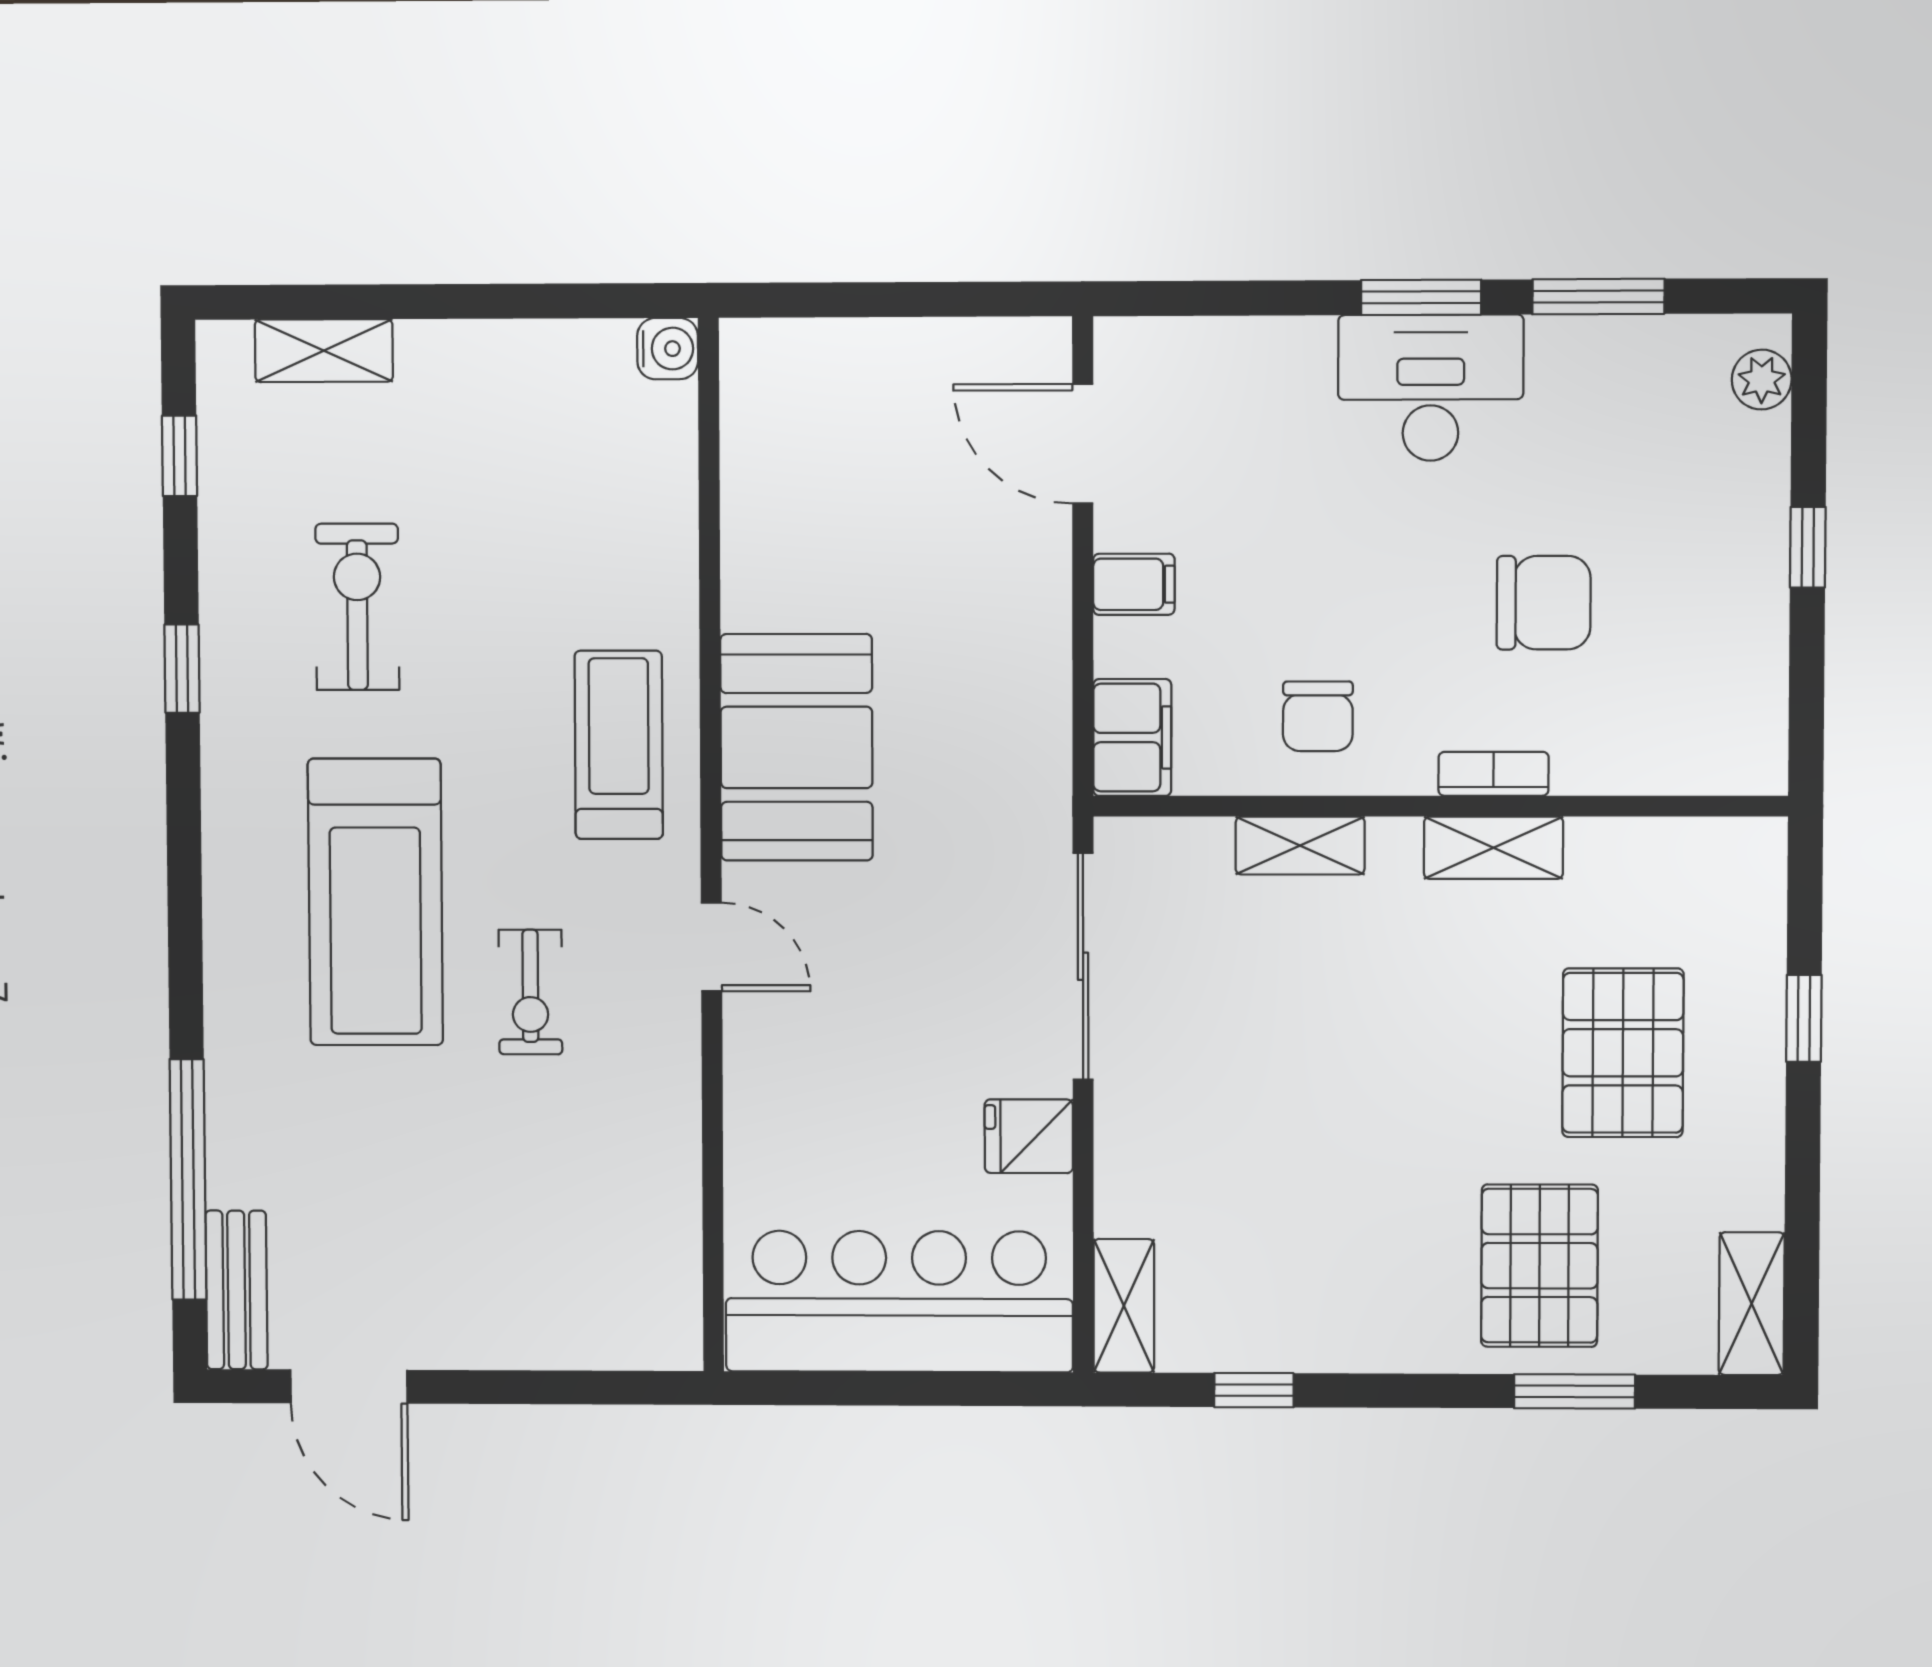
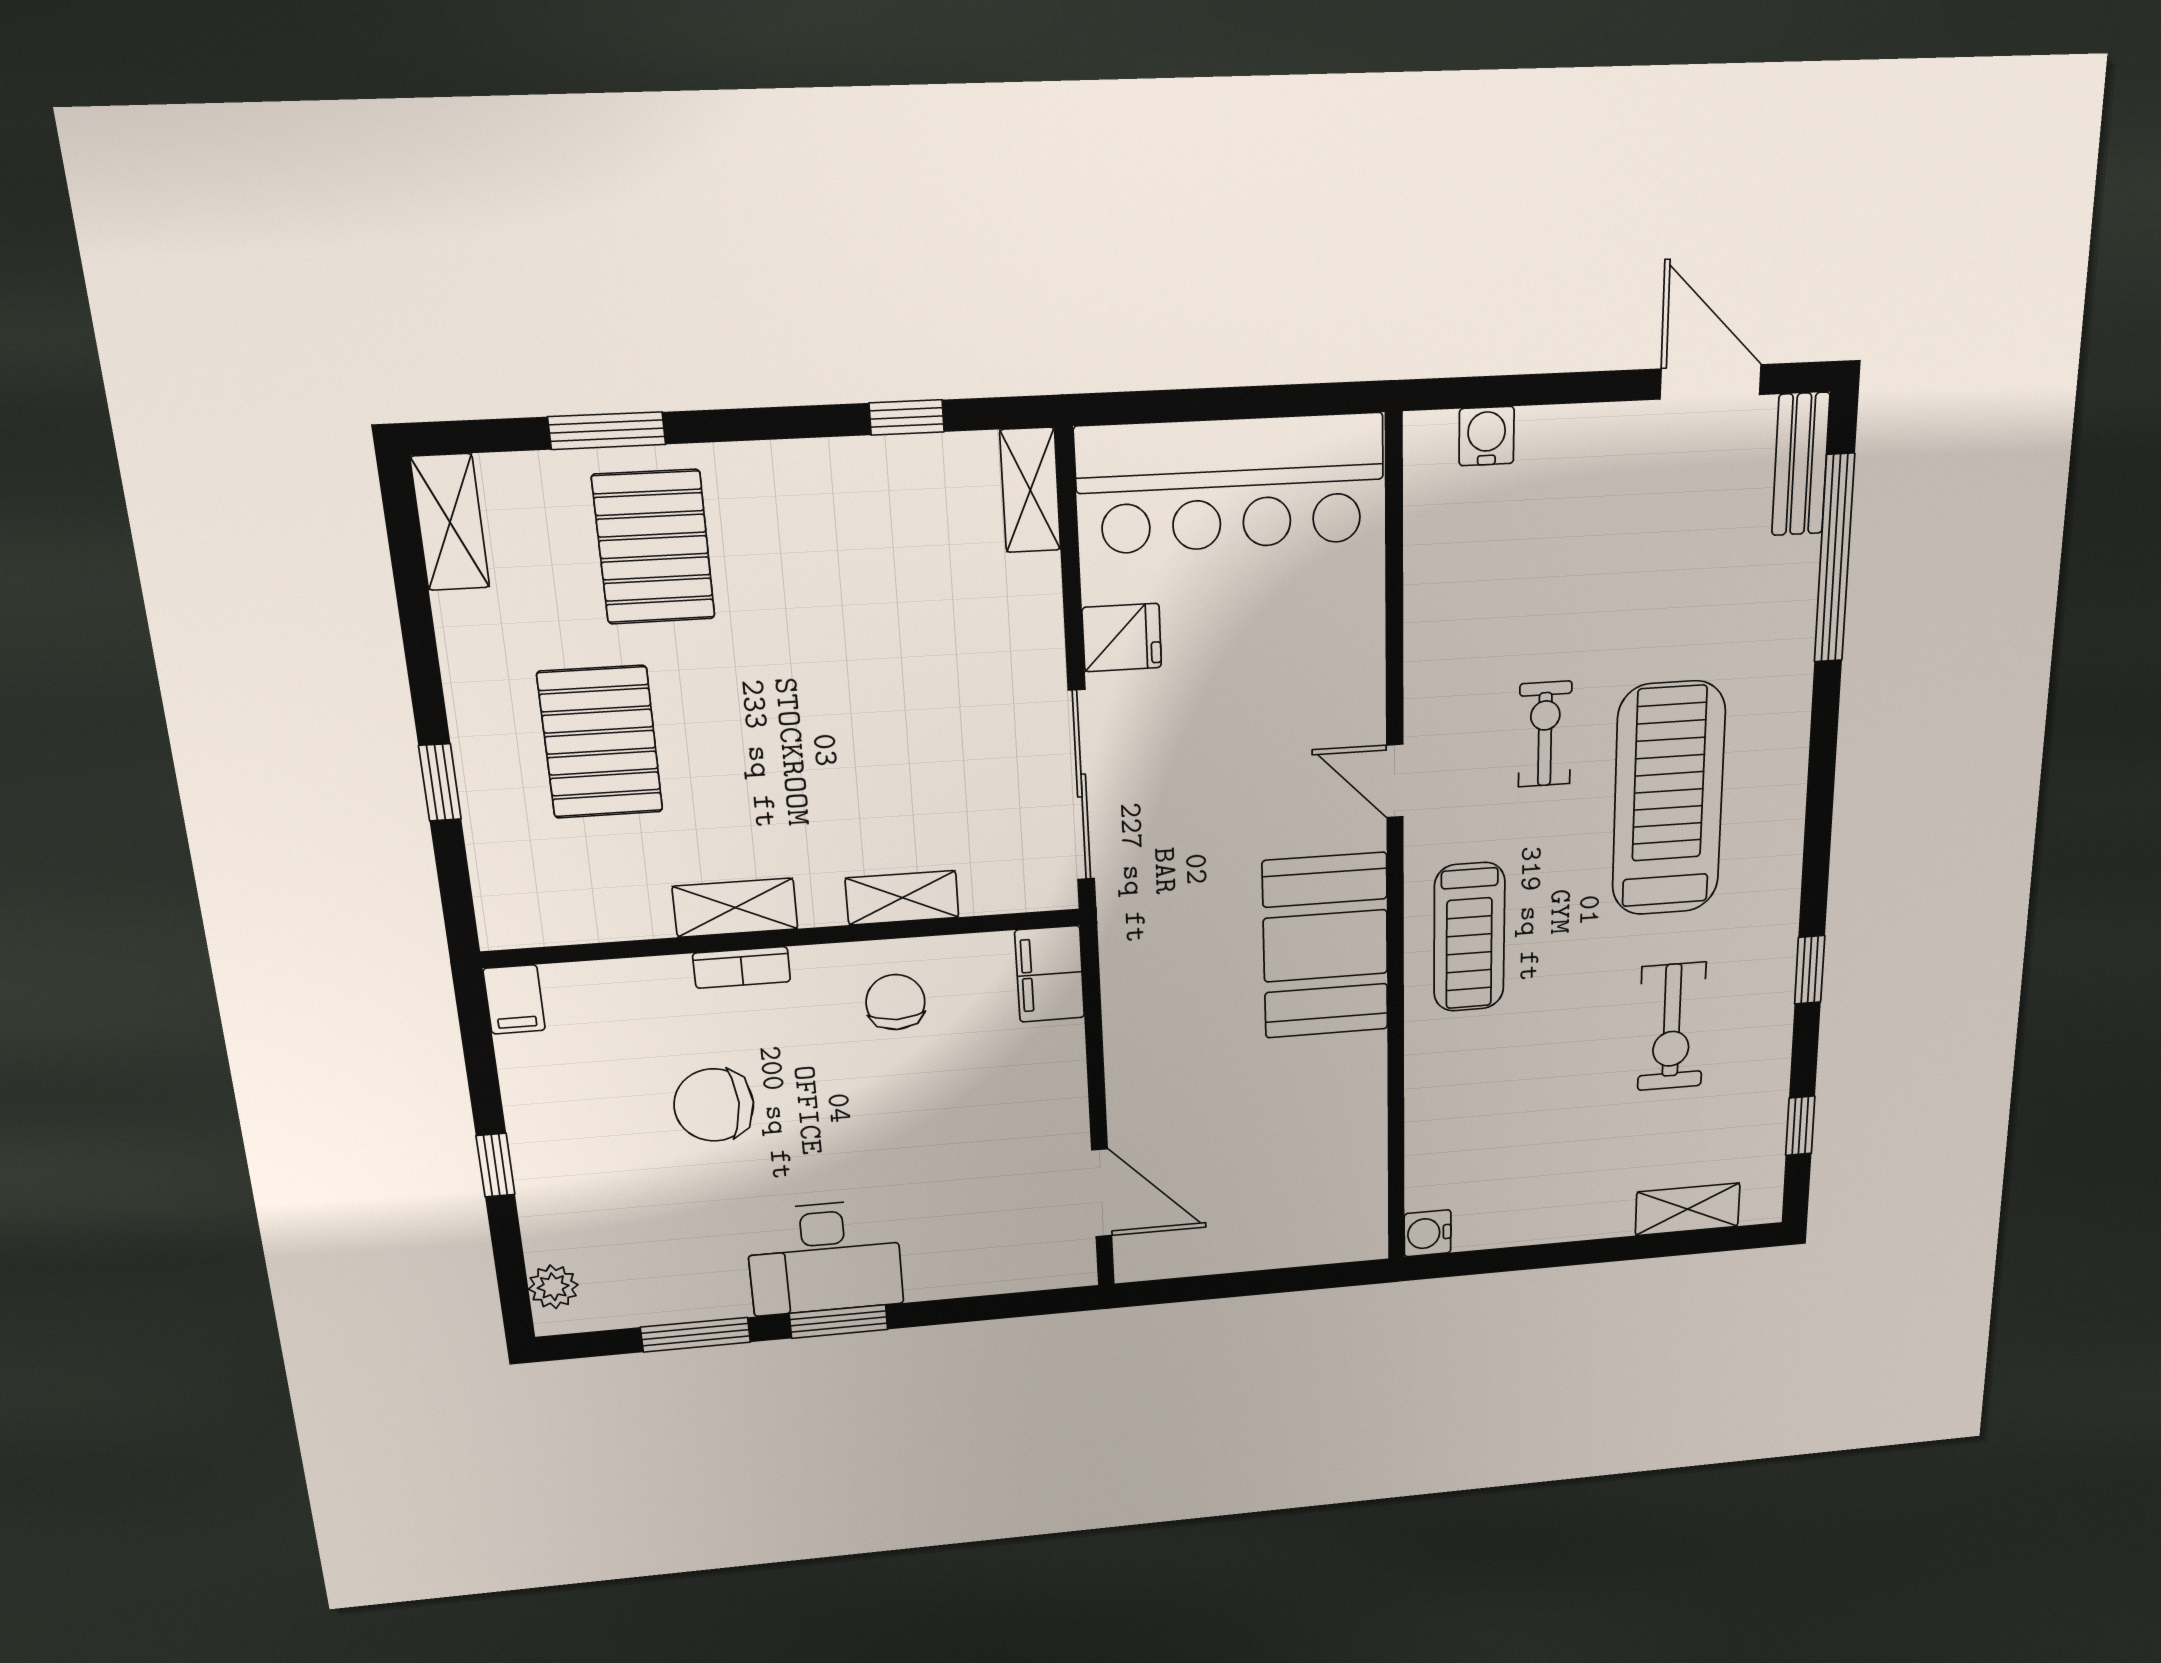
filing cabinet: (1134, 584) -> (514, 999), moved, turned -90
water cooler: (607, 1339) -> (1487, 436), added

